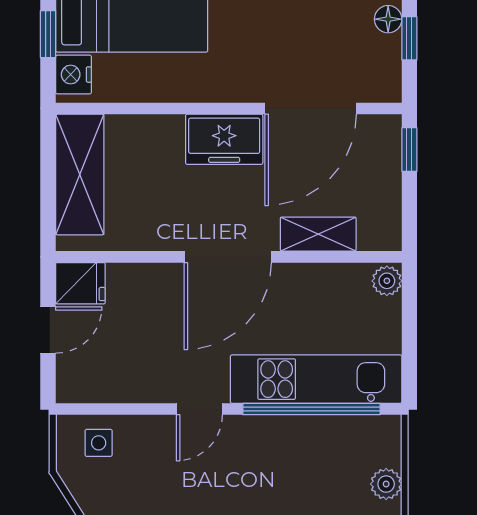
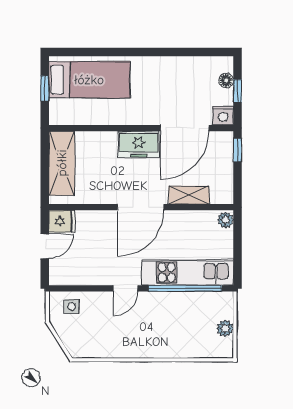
nightstand: (73, 75) -> (223, 116), moved, turned -90

